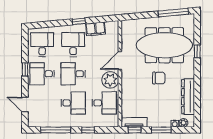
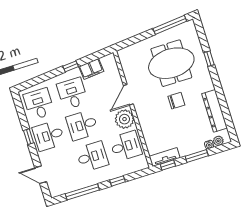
meeting table: (164, 45) -> (171, 63), width x0.73

